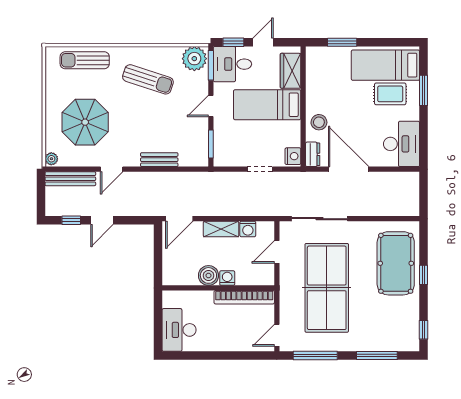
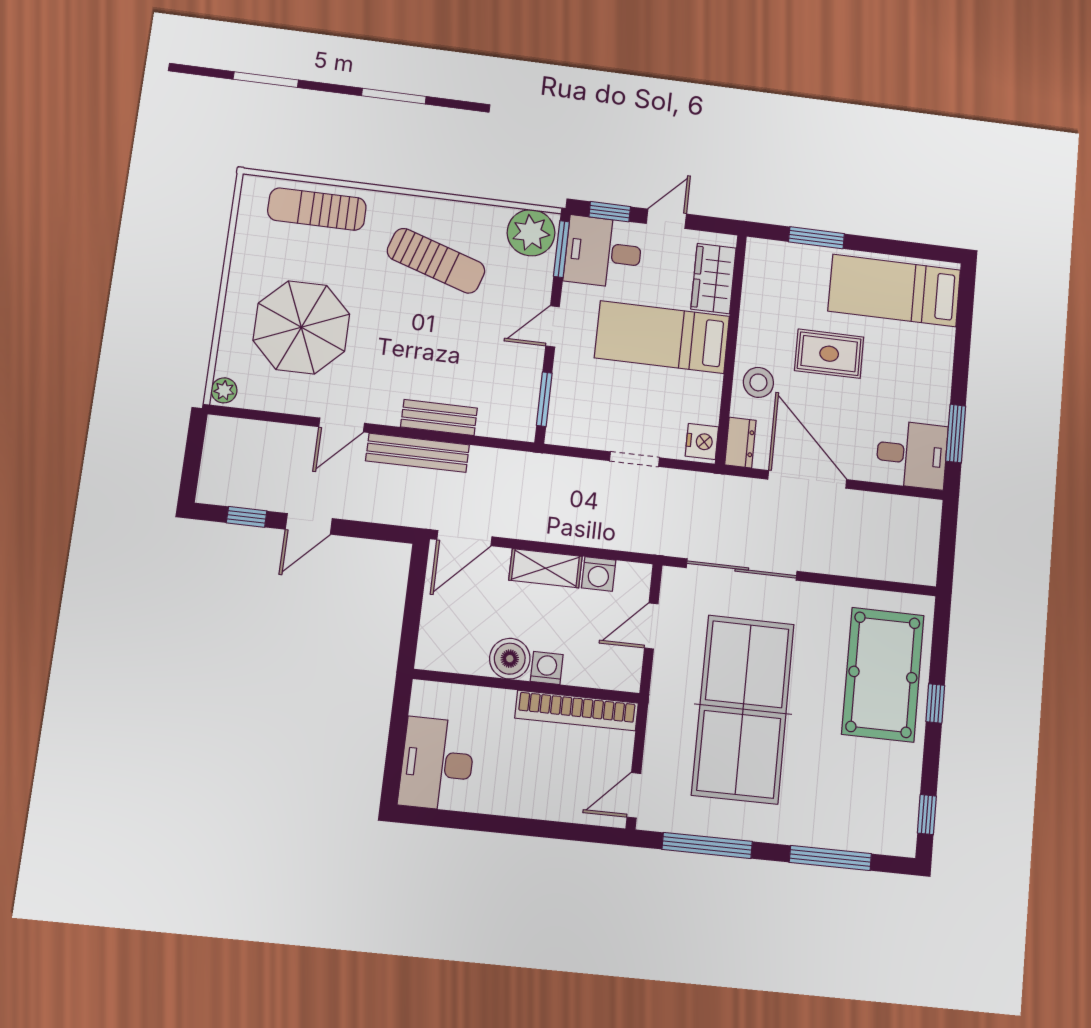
window: (424, 90) -> (956, 433), moved
rug: (390, 94) -> (829, 354), moved
desk: (401, 144) -> (912, 455), width x0.73
bench: (70, 179) -> (418, 453), moved

